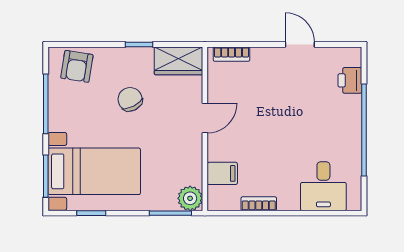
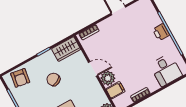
printer: (350, 80) -> (161, 32), moved
door: (205, 118) -> (93, 69), hinge flipped
plant: (221, 147) -> (108, 78), added

